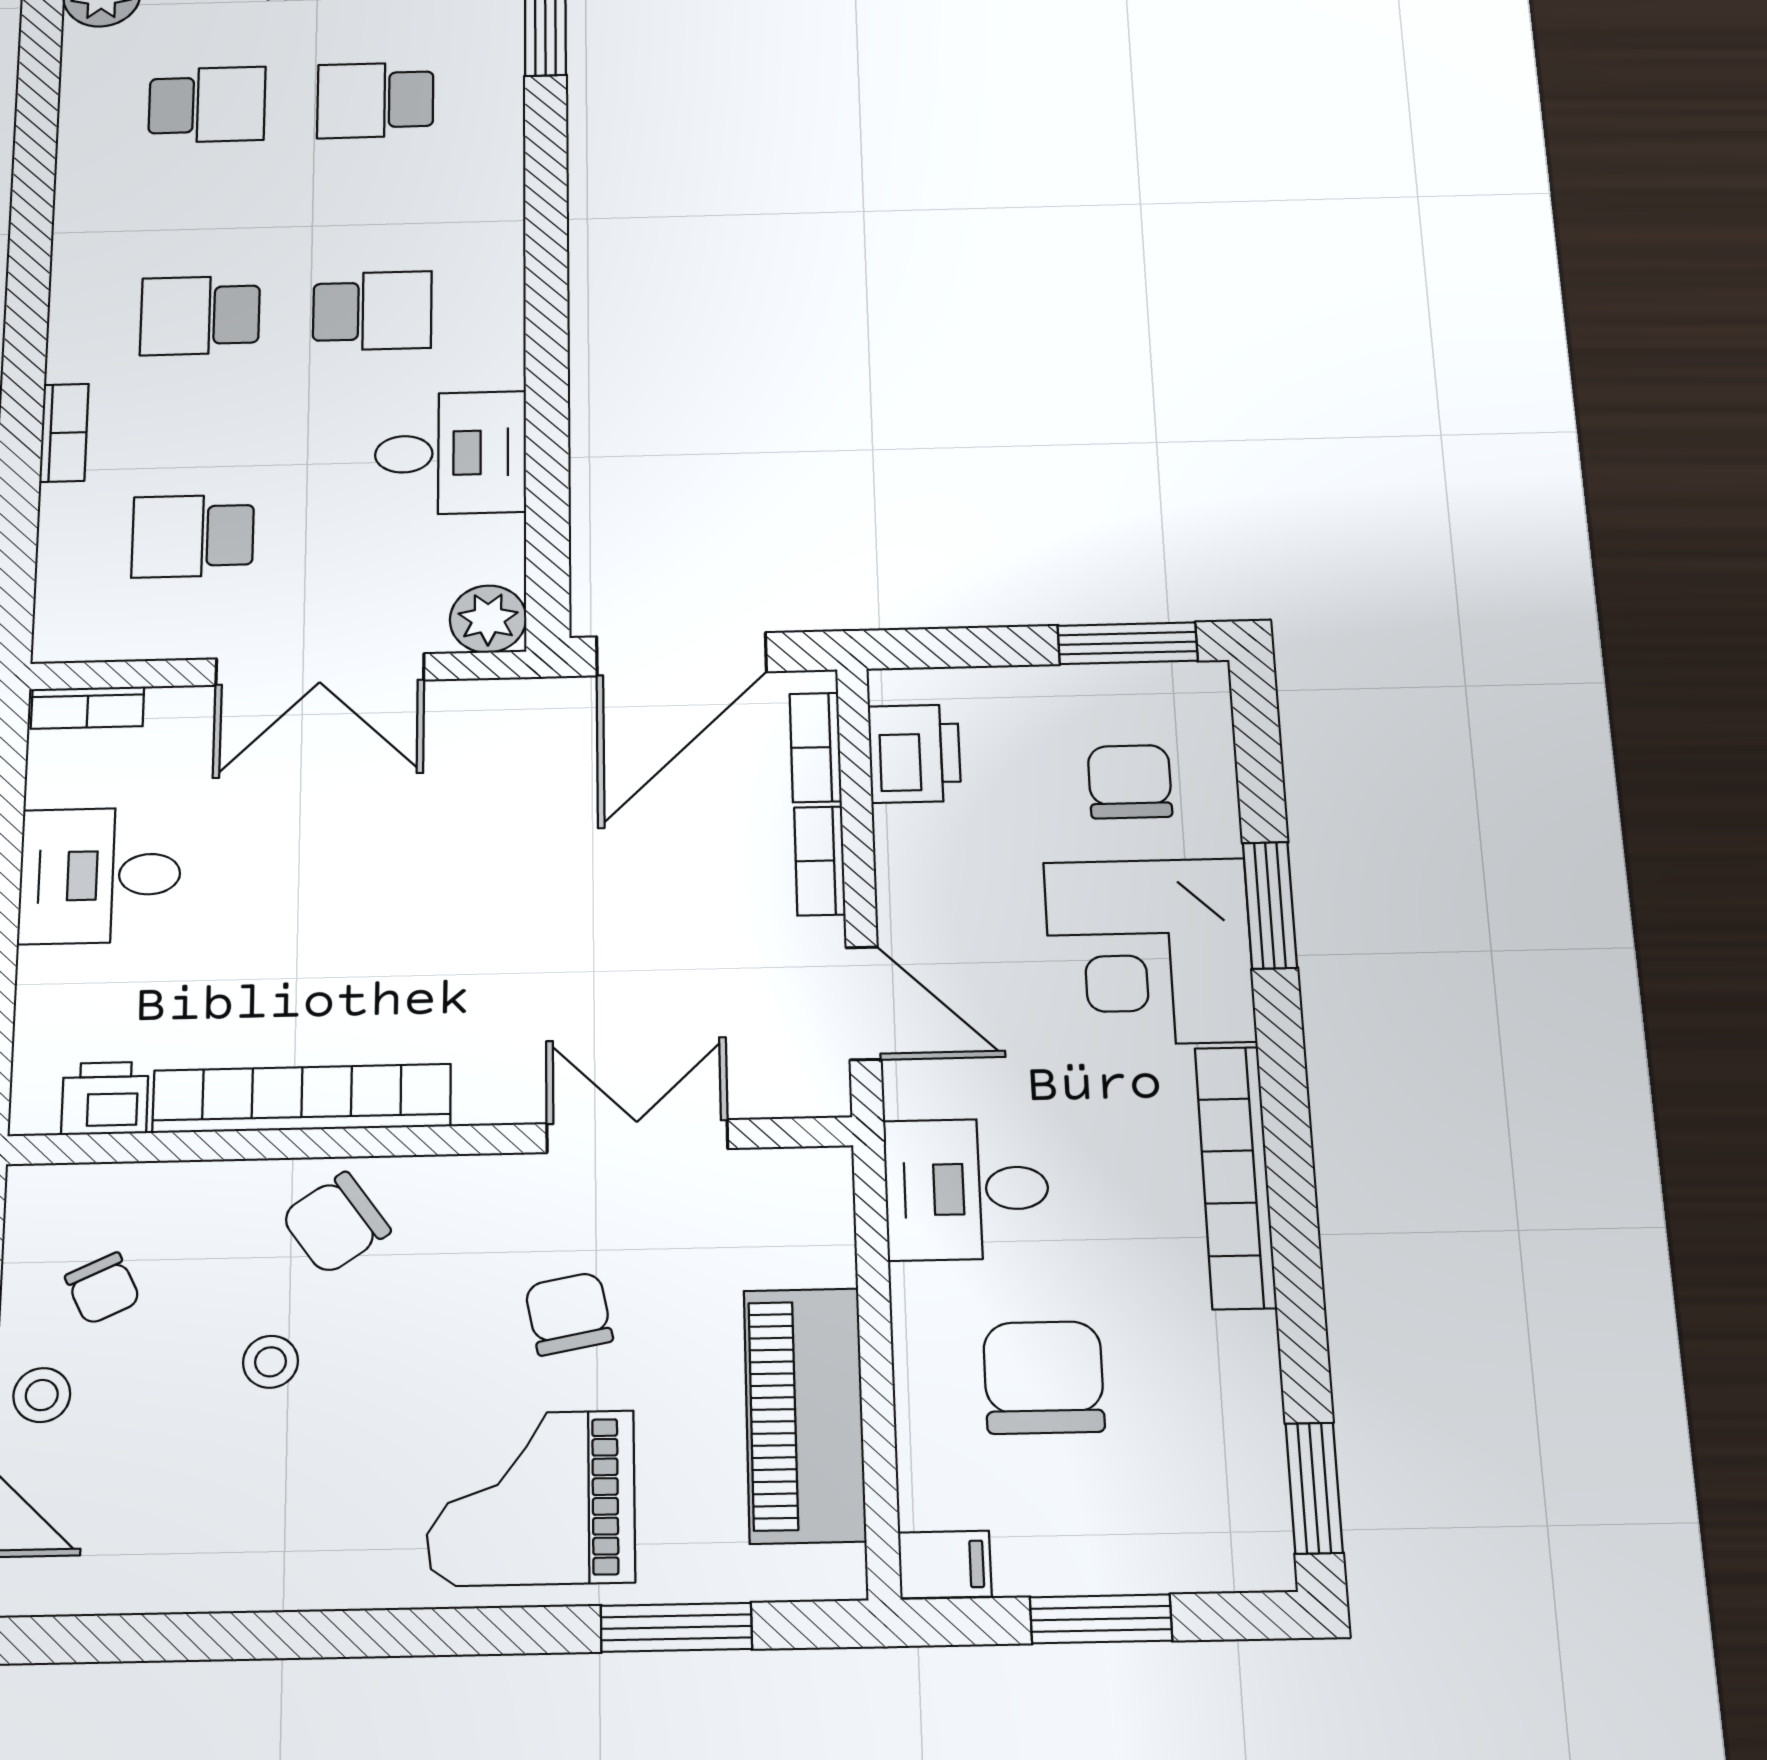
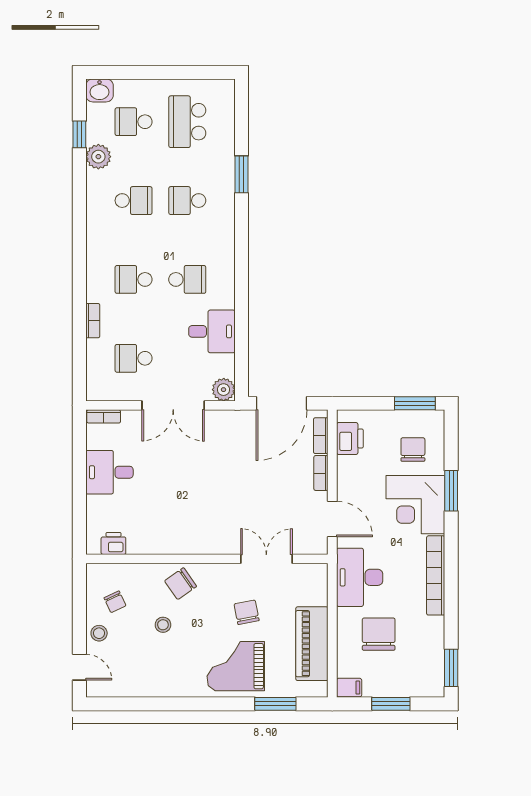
bookcase: (302, 1098) -> (170, 545), removed
desk: (967, 1189) -> (360, 577), width x1.37

